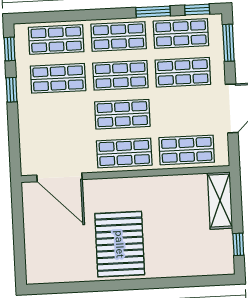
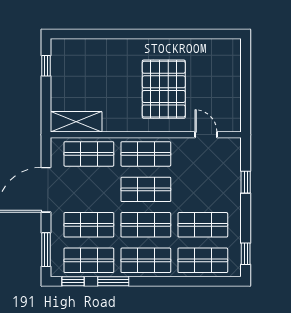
window: (12, 90) -> (246, 182), moved
door: (59, 177) -> (206, 135), width x0.53
shelving: (220, 201) -> (76, 122), moved, turned 90
pallet: (120, 244) -> (164, 89), moved

